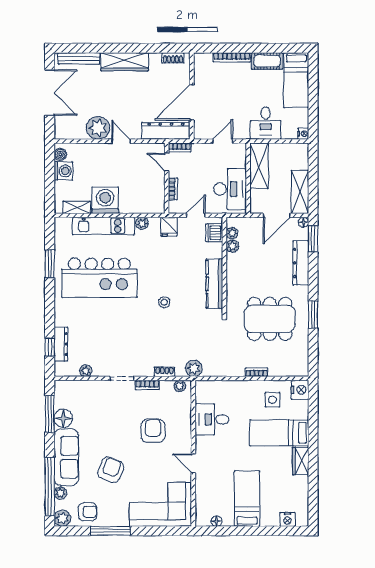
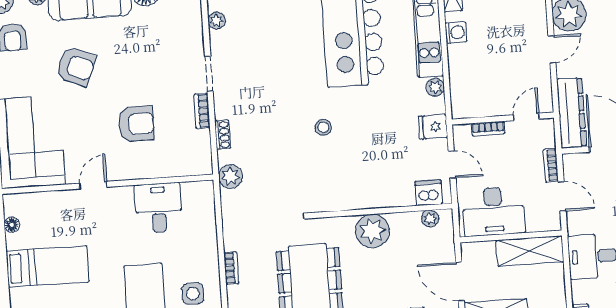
bookcase: (180, 147) -> (551, 165), moved
washing machine: (105, 200) -> (456, 32), width x0.53, depth x0.53
plant: (232, 246) -> (372, 231), moved, width x1.87, depth x1.87
kitchen counter: (214, 284) -> (355, 198), removed
plant: (180, 386) -> (204, 158), removed

